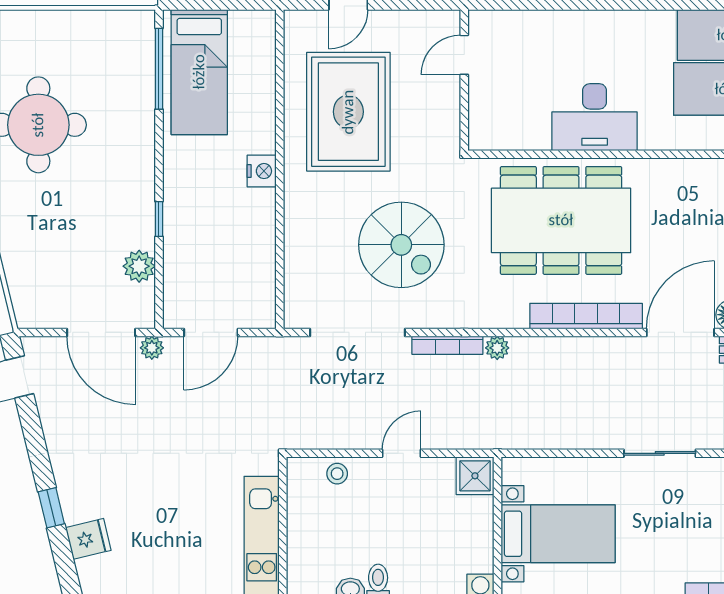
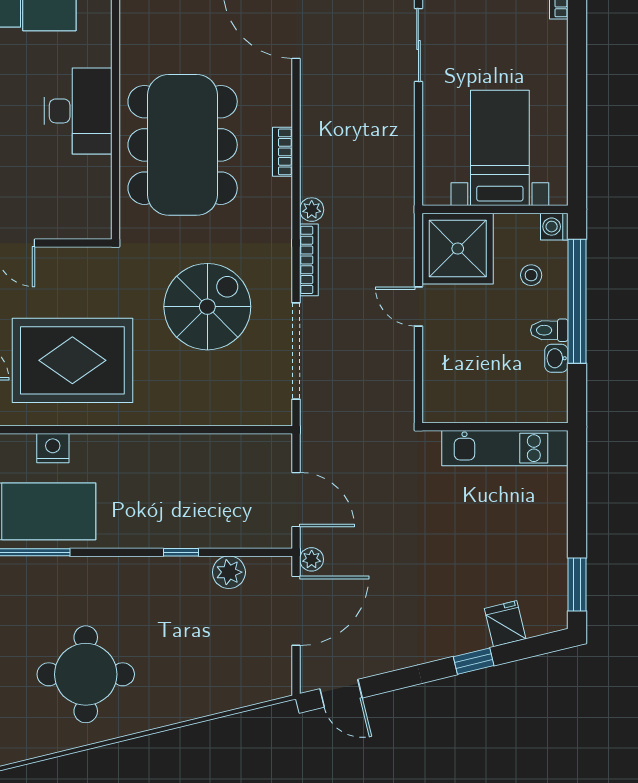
nightstand: (262, 171) -> (53, 448), moved
bookcase: (586, 316) -> (283, 152), width x0.43, depth x0.76
stool: (337, 474) -> (531, 275), moved
shower: (475, 476) -> (458, 249), width x1.86, depth x1.86

